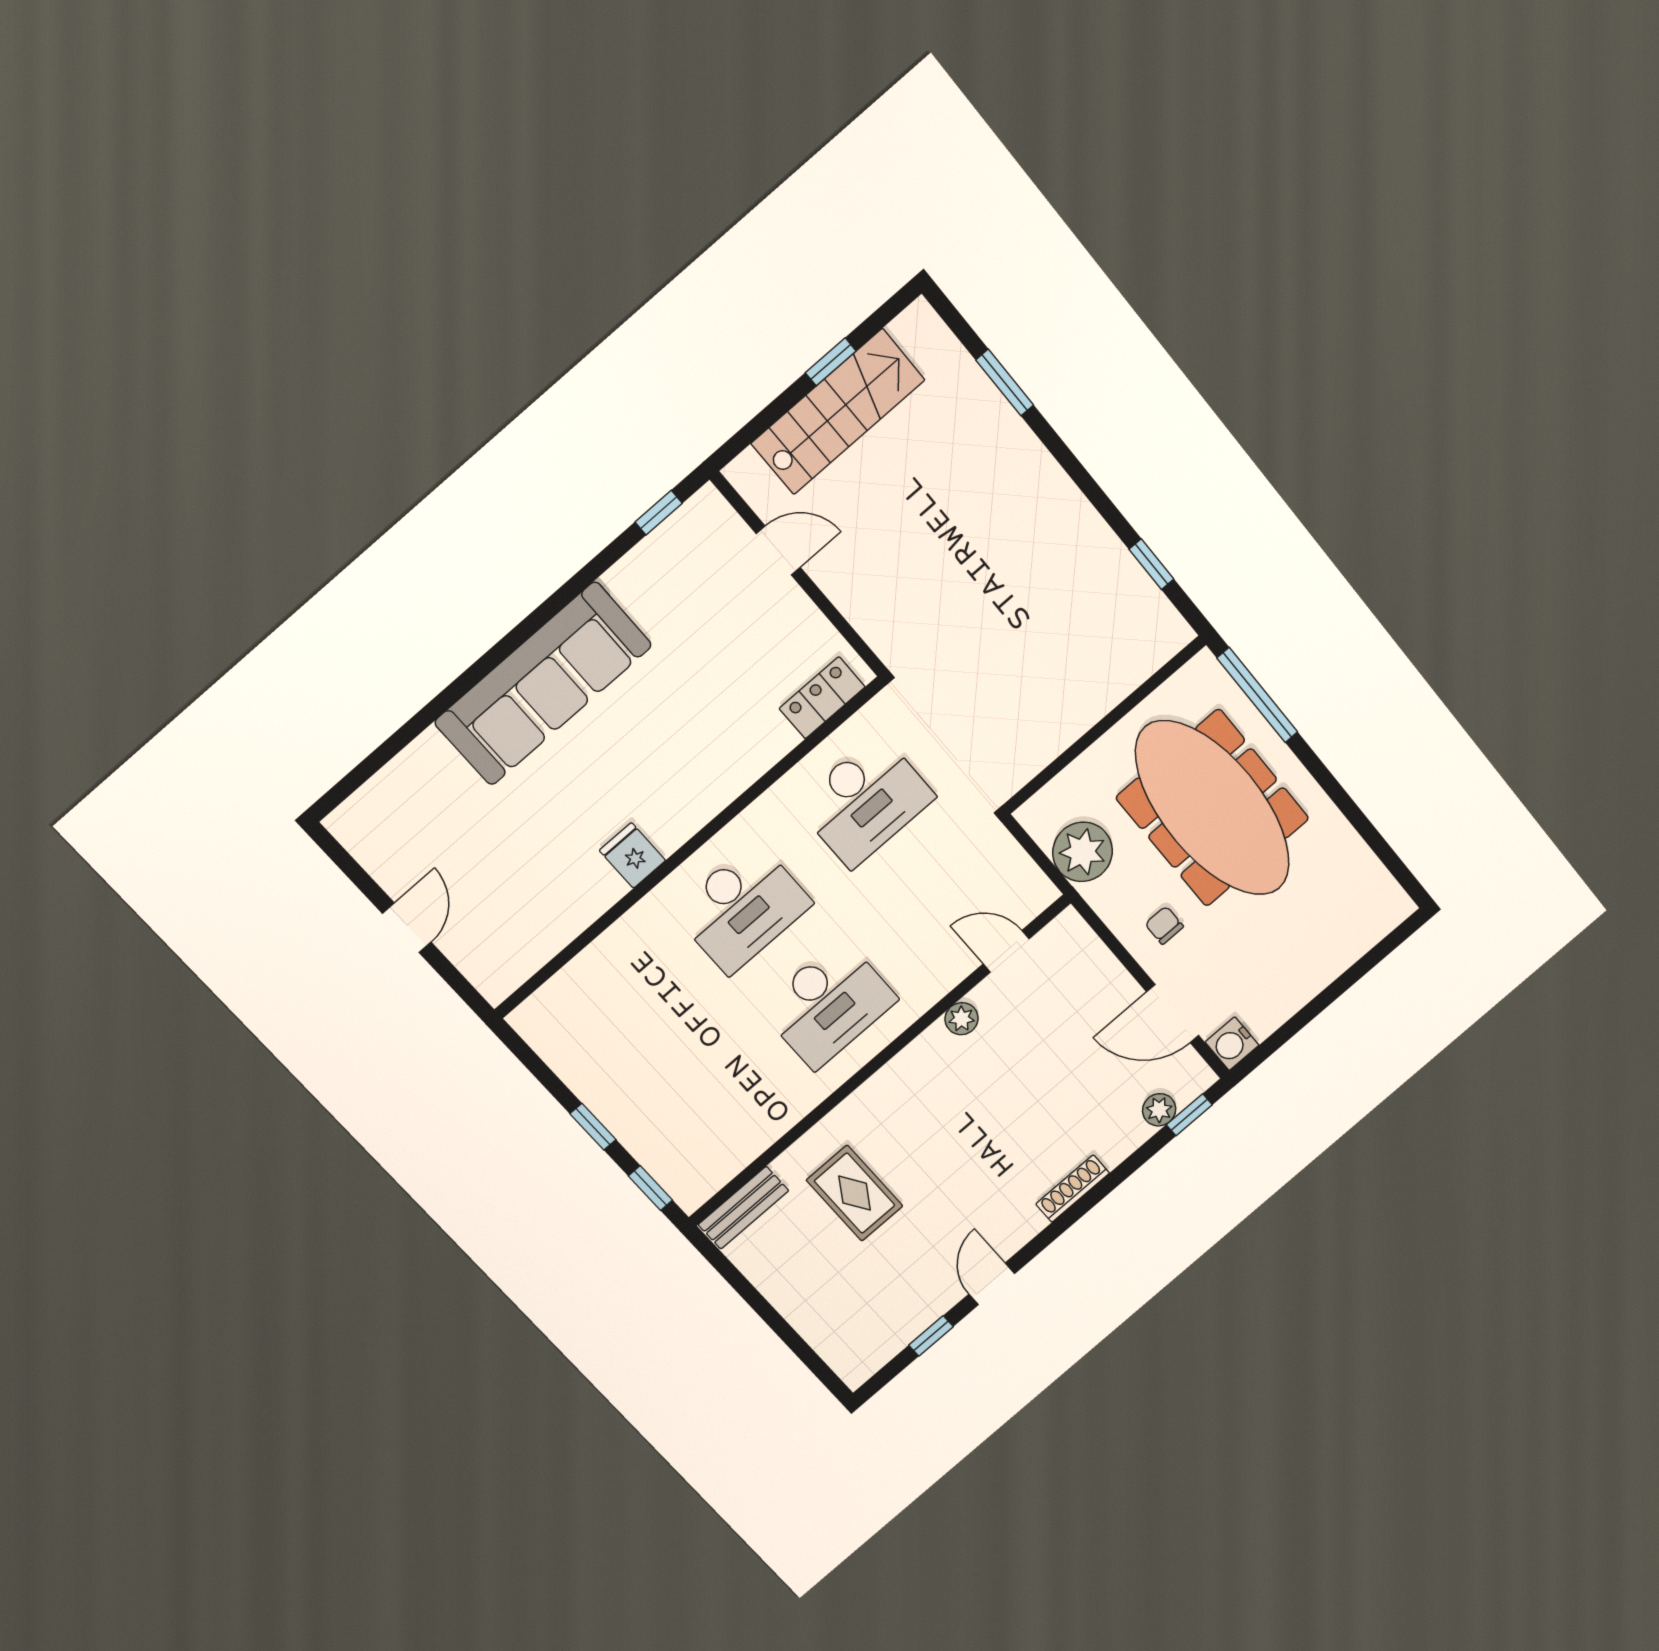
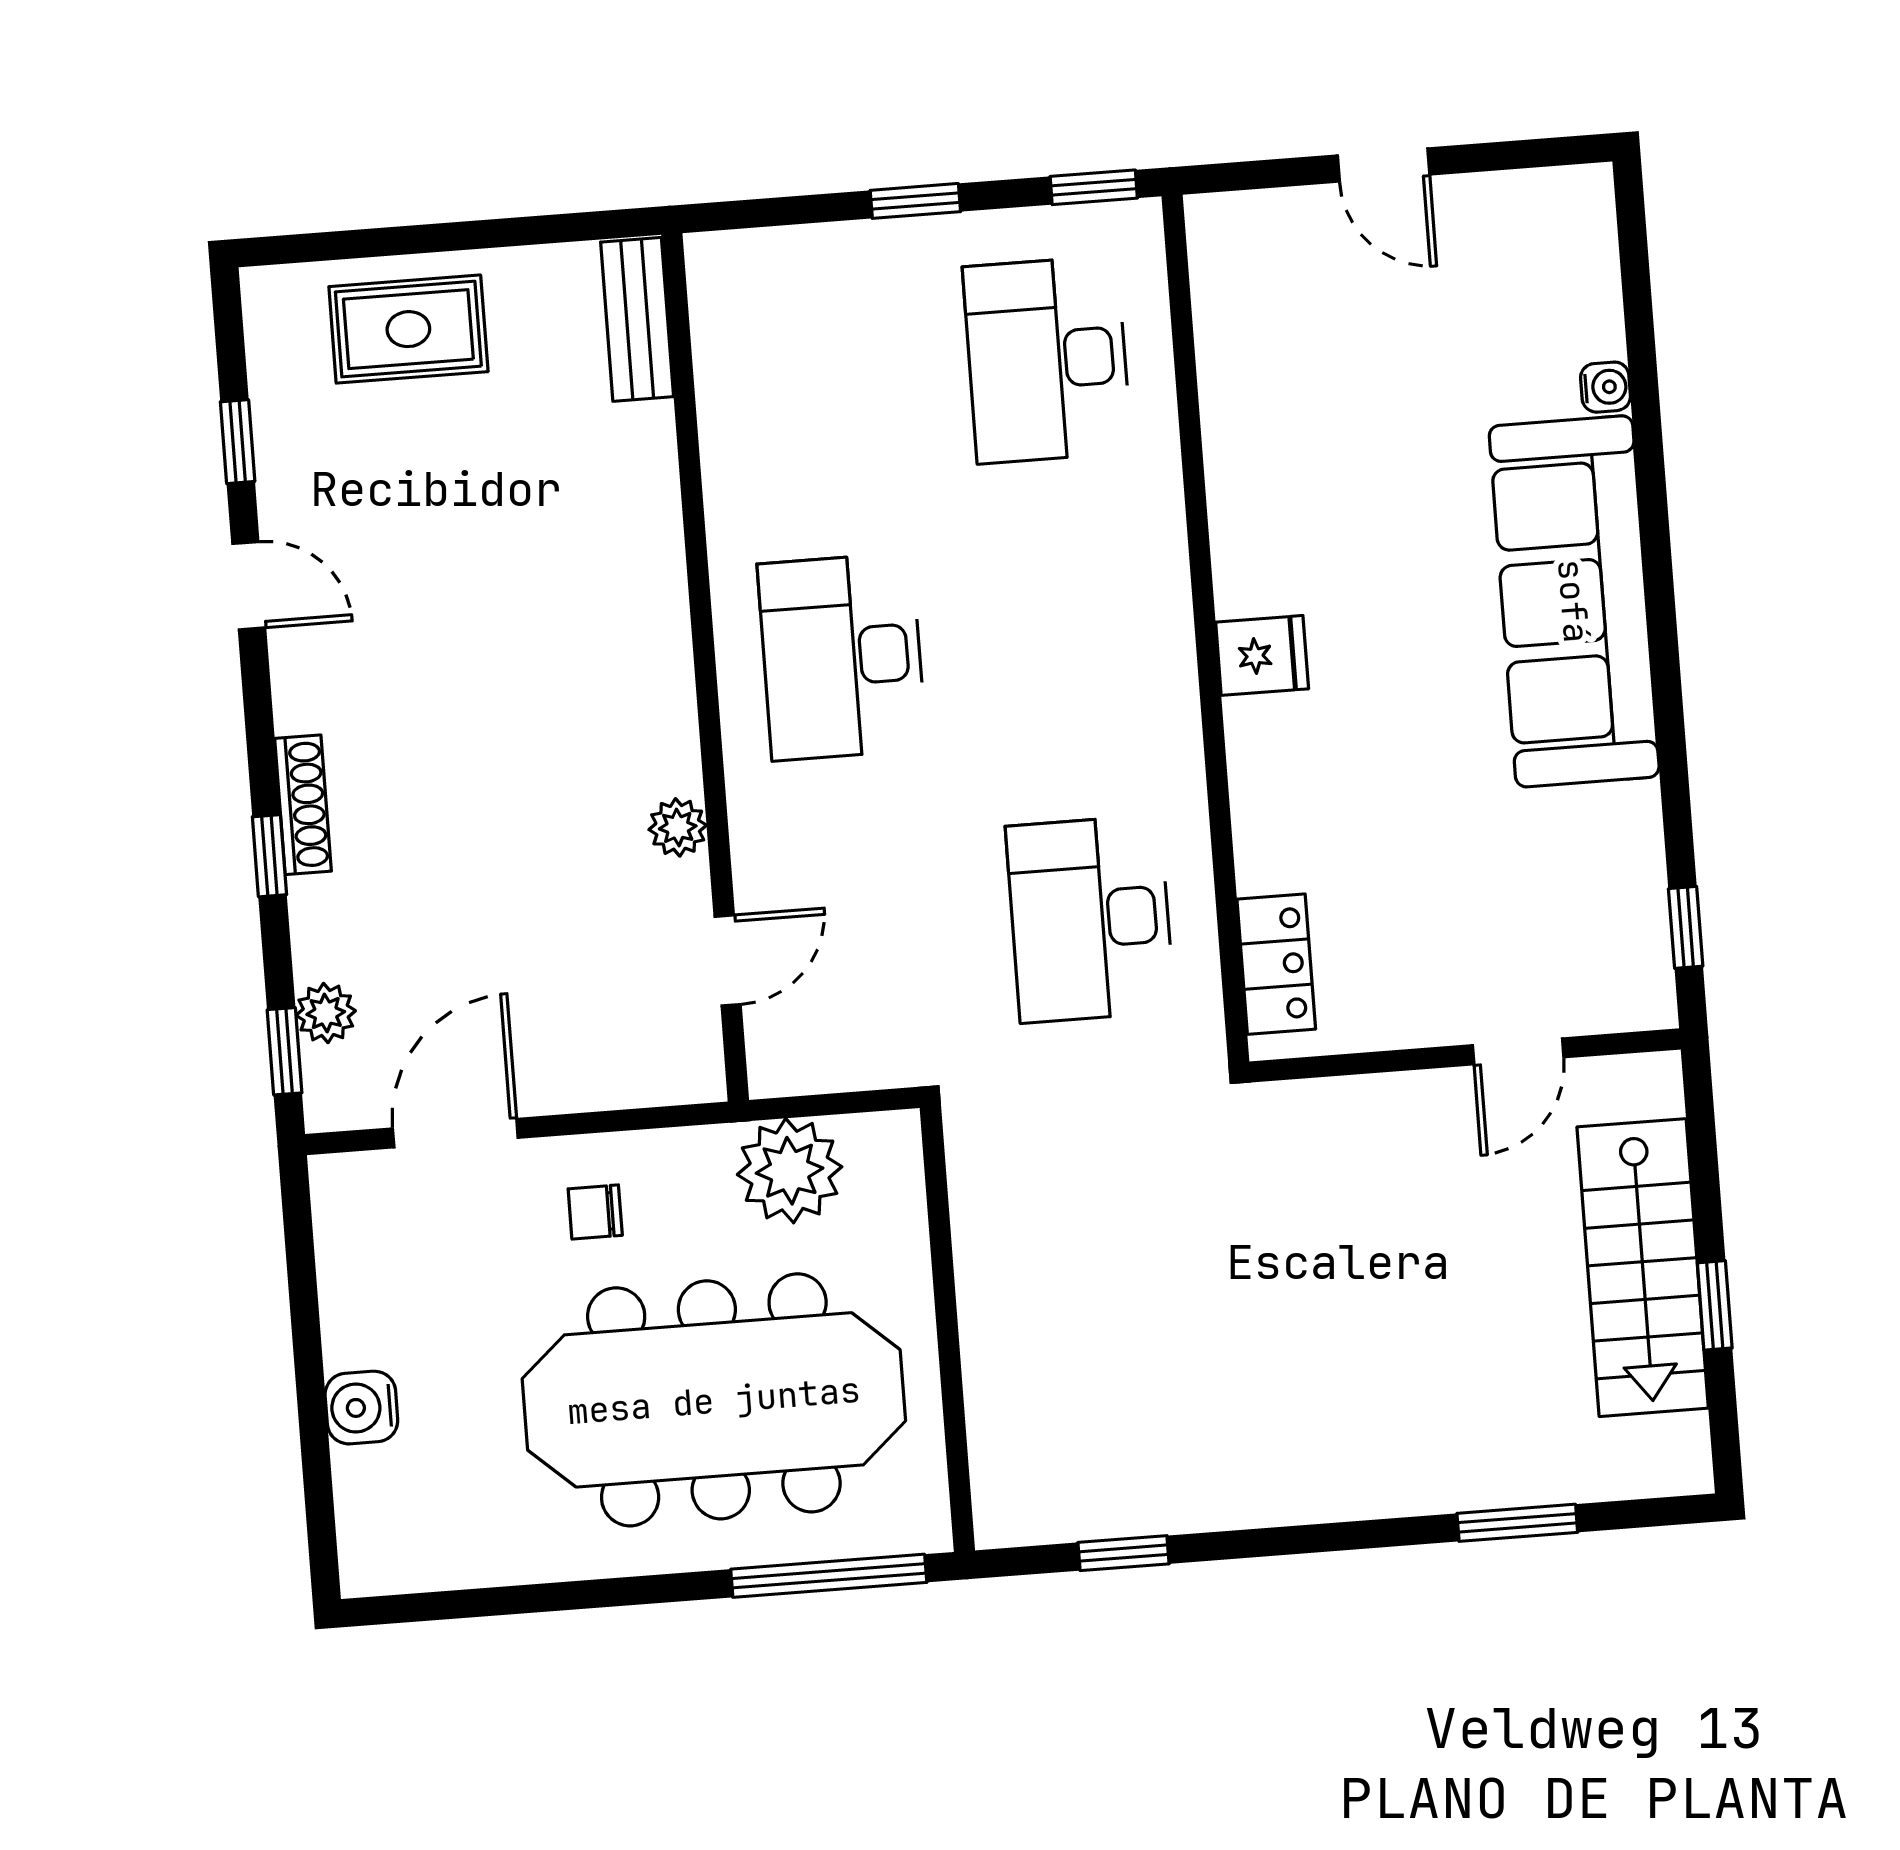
water cooler: (429, 745) -> (1606, 387), added
fridge: (632, 855) -> (1262, 655), moved
desk: (742, 907) -> (1047, 360), moved
chair: (1164, 925) -> (595, 1212), turned 180
water cooler: (1232, 1044) -> (361, 1408), moved, turned -90
window: (1106, 1186) -> (269, 856), added
window: (650, 1188) -> (1094, 187), moved
rug: (855, 1193) -> (408, 329), moved

